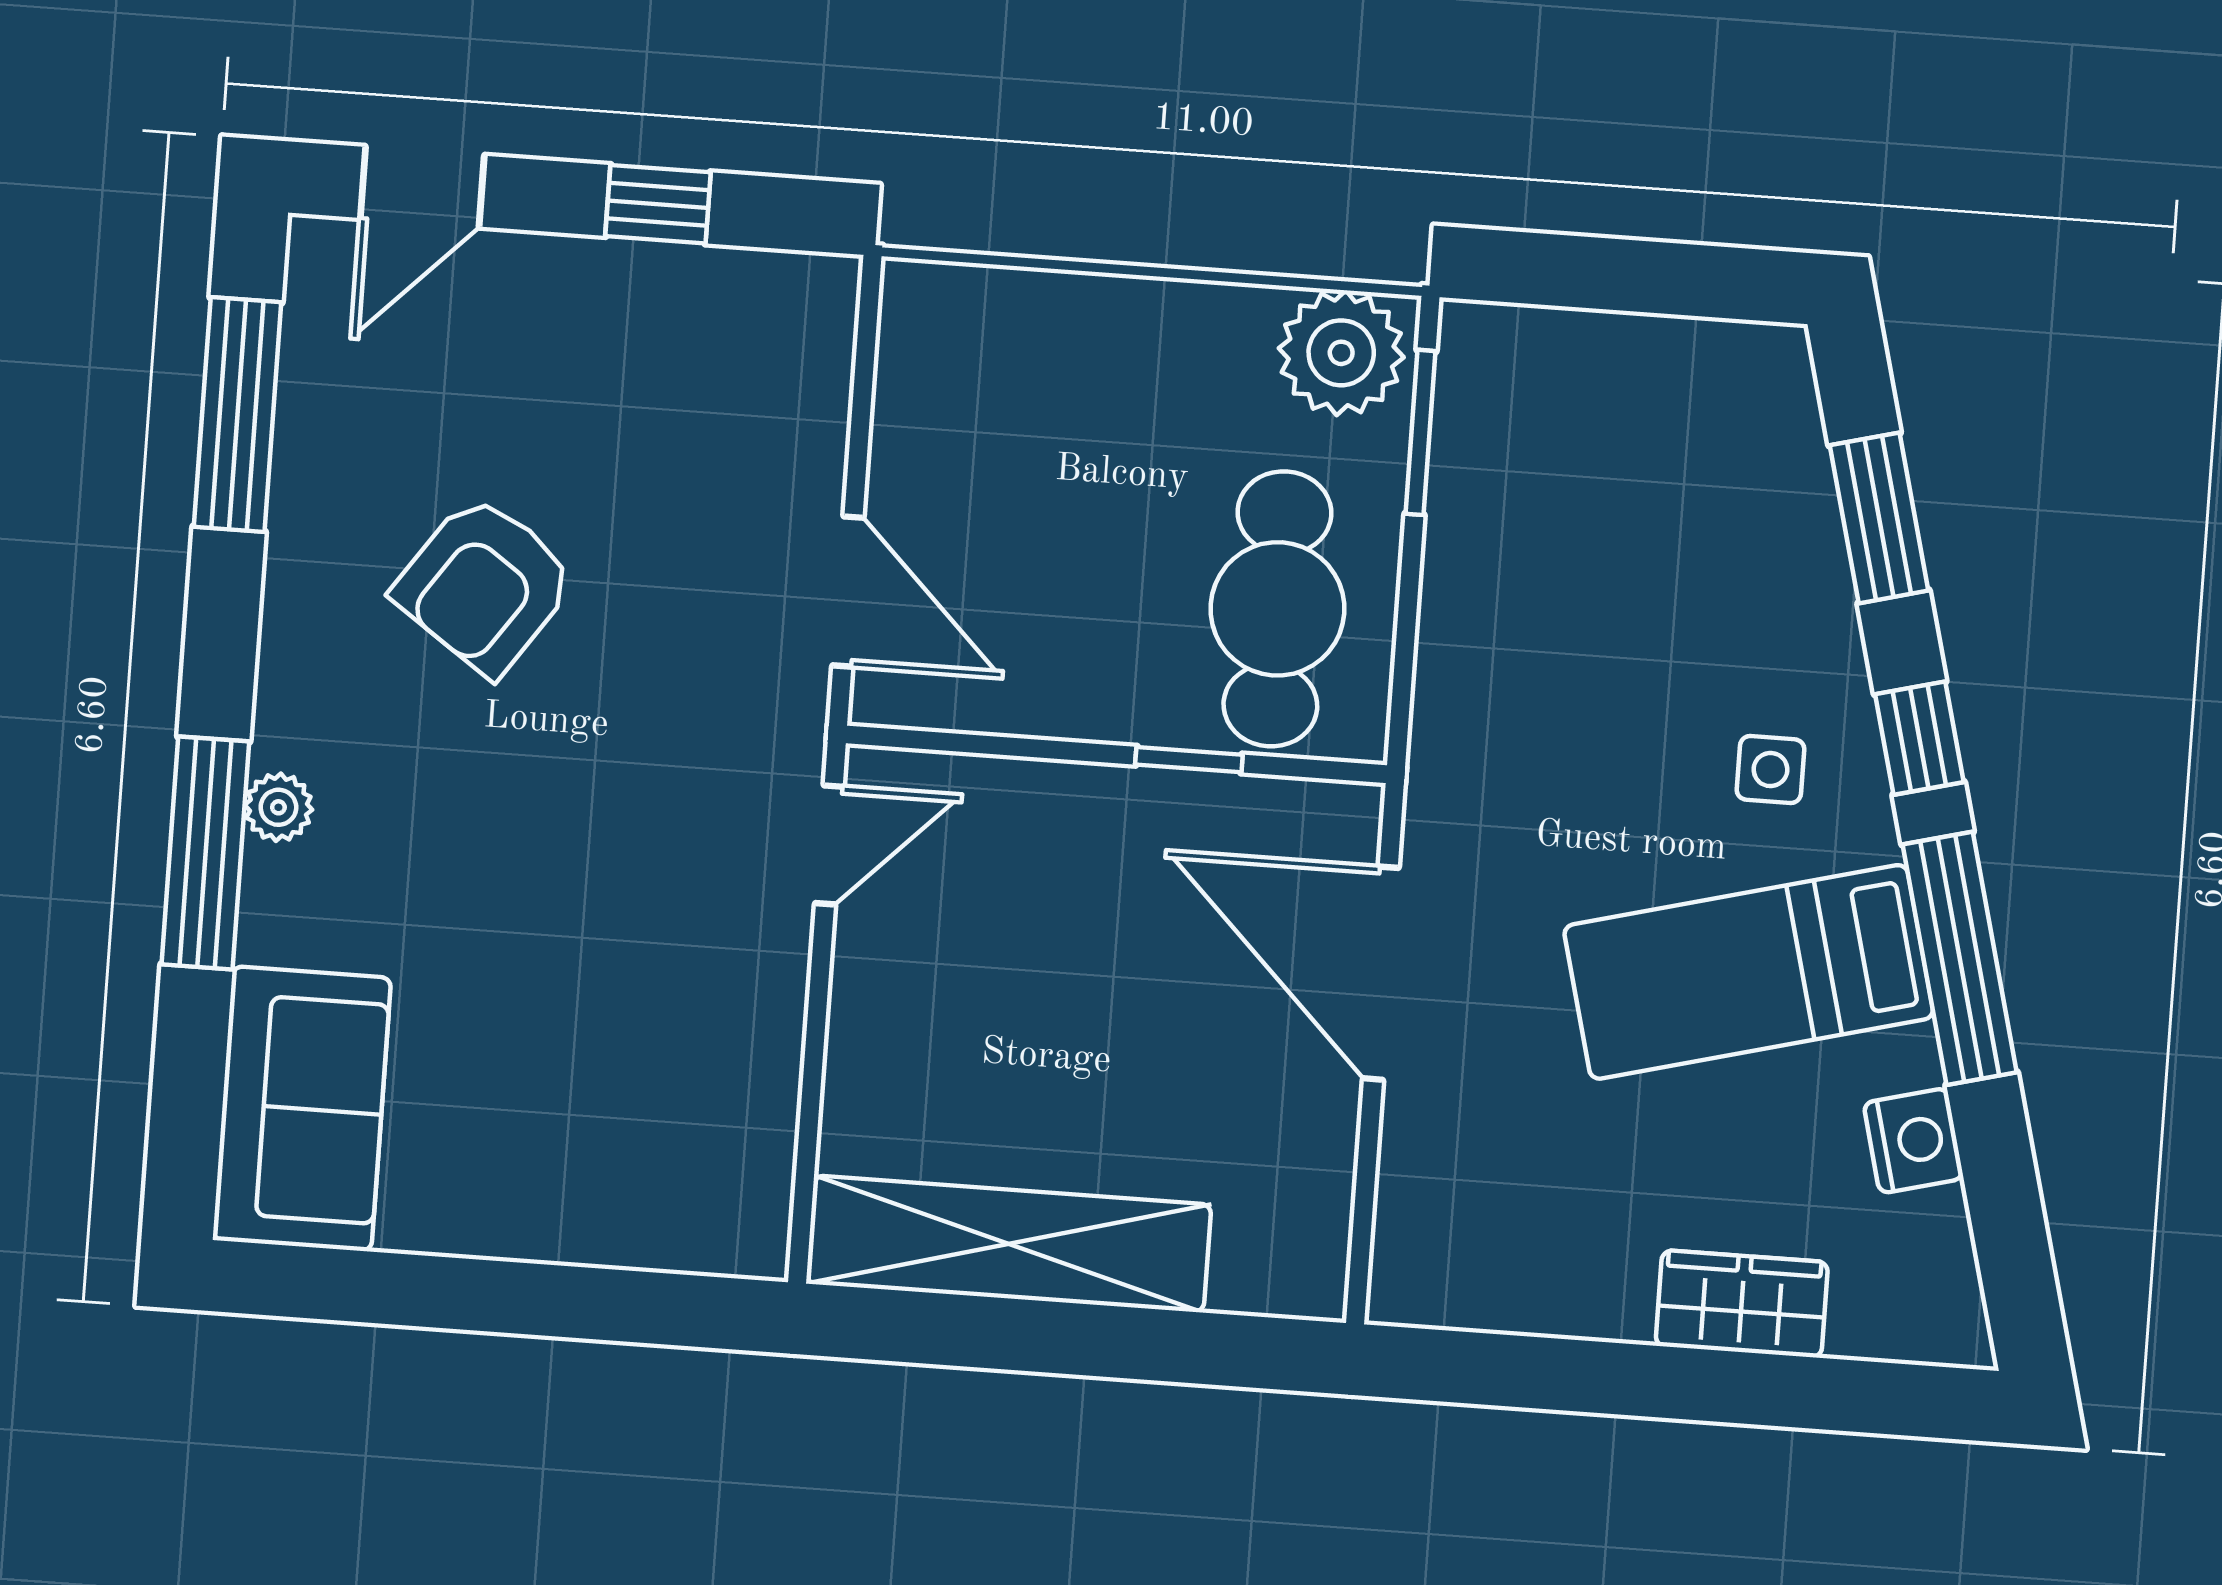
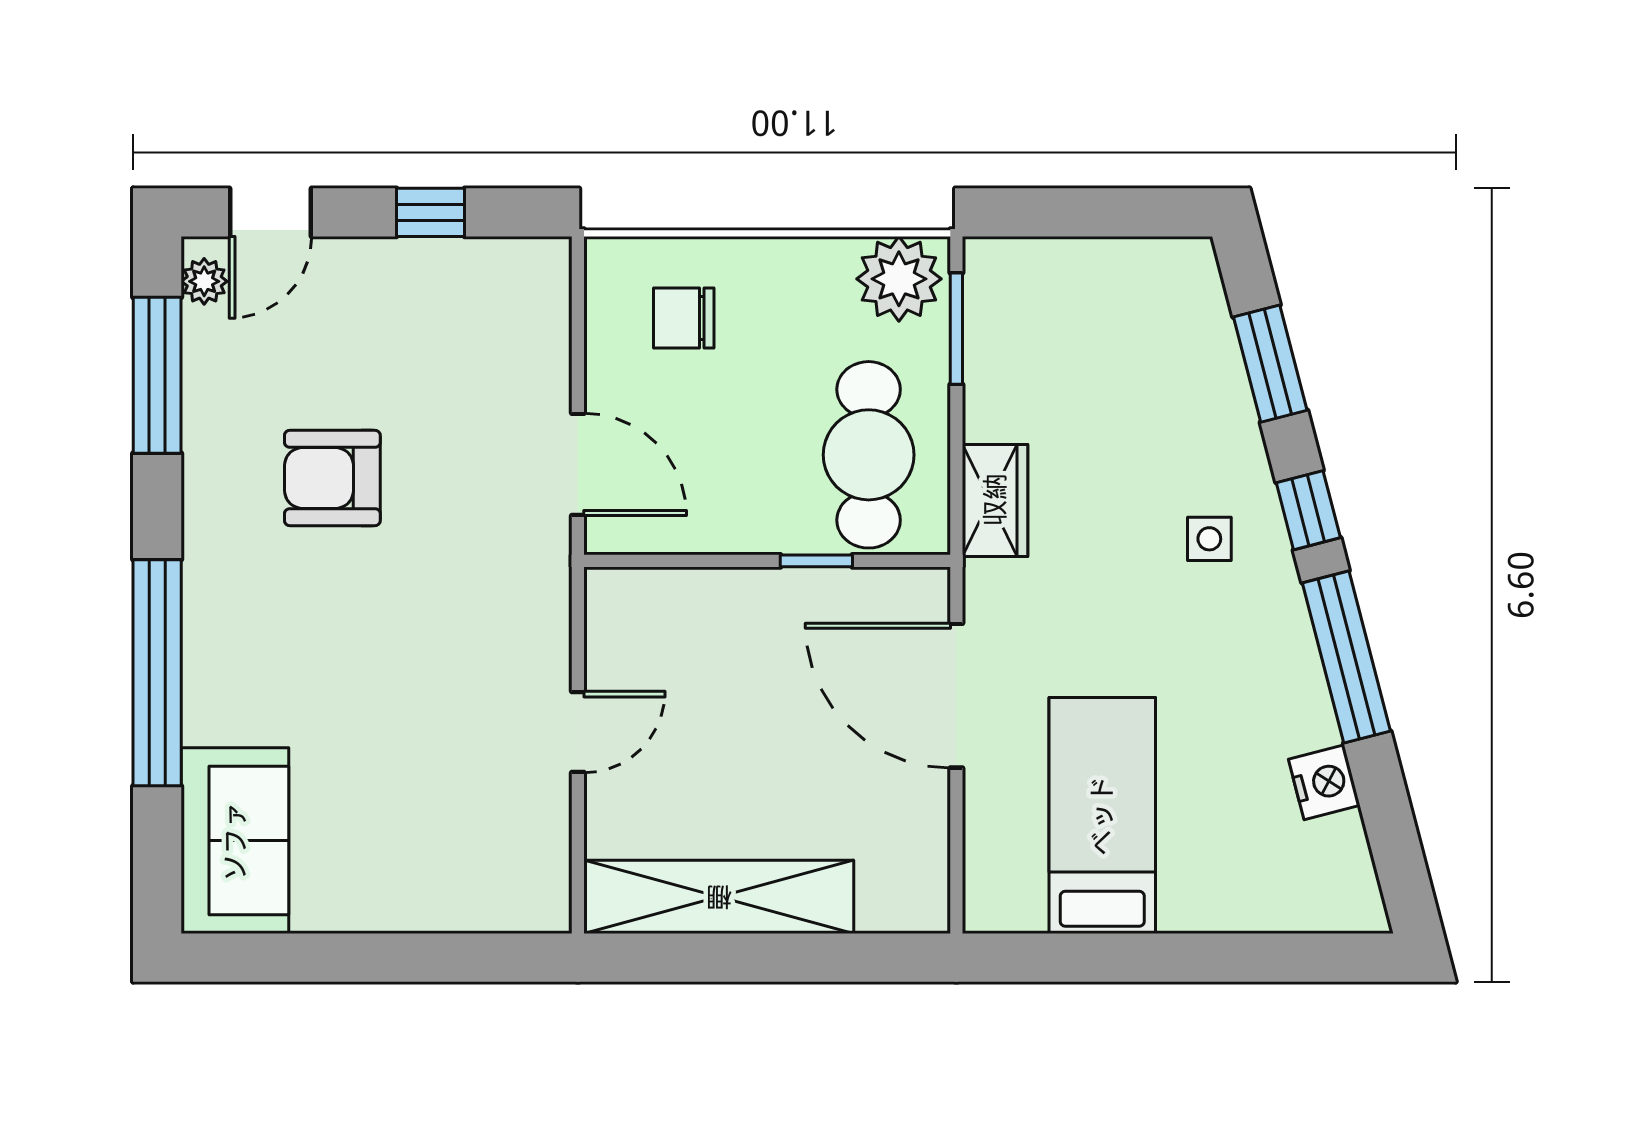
chair: (1020, 387) -> (684, 318), added
armchair: (485, 585) -> (332, 478), turned 55
plant: (278, 807) -> (204, 281), moved
door: (829, 845) -> (578, 732), moved
window: (205, 853) -> (157, 673), width x1.46
bed: (1749, 972) -> (1102, 816), moved, turned 105
wardrobe: (1742, 1304) -> (995, 500), moved, turned 90

